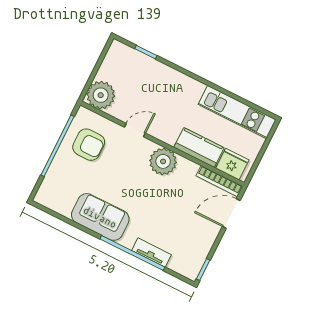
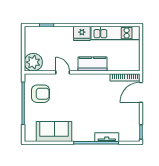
door: (135, 130) -> (63, 72), hinge flipped
kitchen counter: (199, 147) -> (93, 64), moved
plant: (163, 161) -> (87, 82), removed
fridge: (232, 164) -> (82, 33), moved, turned 180
sofa: (100, 217) -> (54, 131), moved

